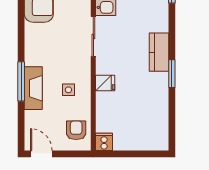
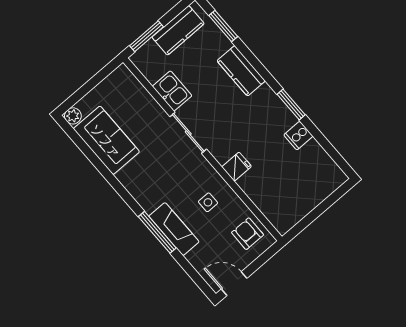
kitchen counter: (159, 52) -> (241, 71), moved
cooker: (104, 142) -> (298, 136), moved, turned -90

